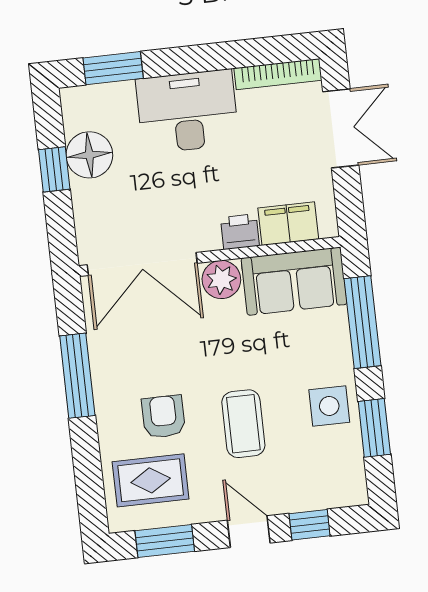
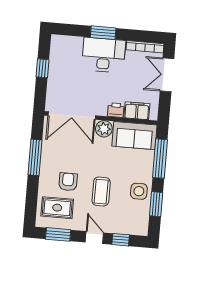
window: (113, 68) -> (103, 33), moved
double door: (341, 128) -> (167, 75), swing flipped
floor lamp: (89, 155) -> (59, 65), removed

